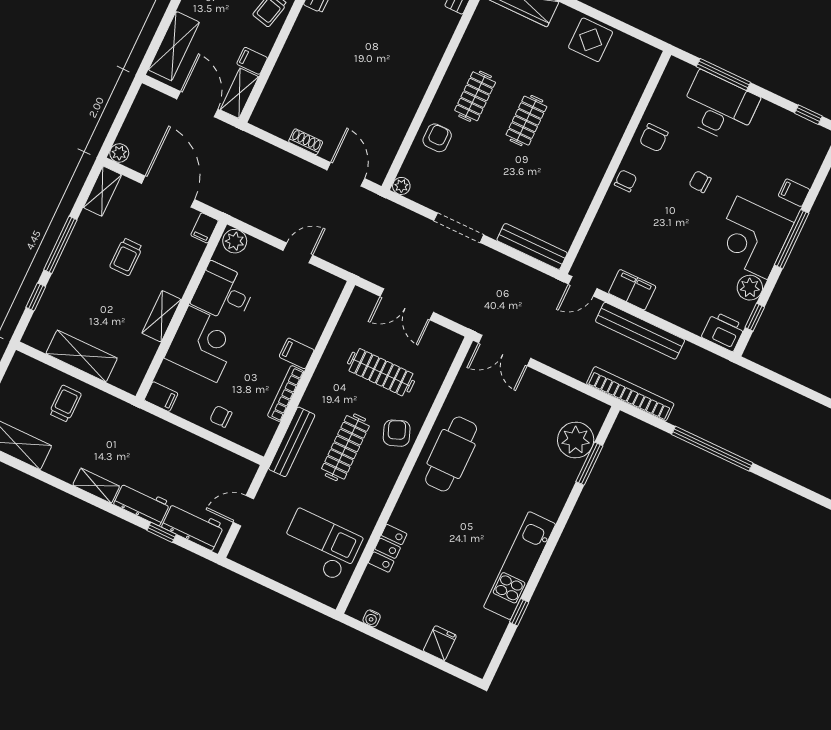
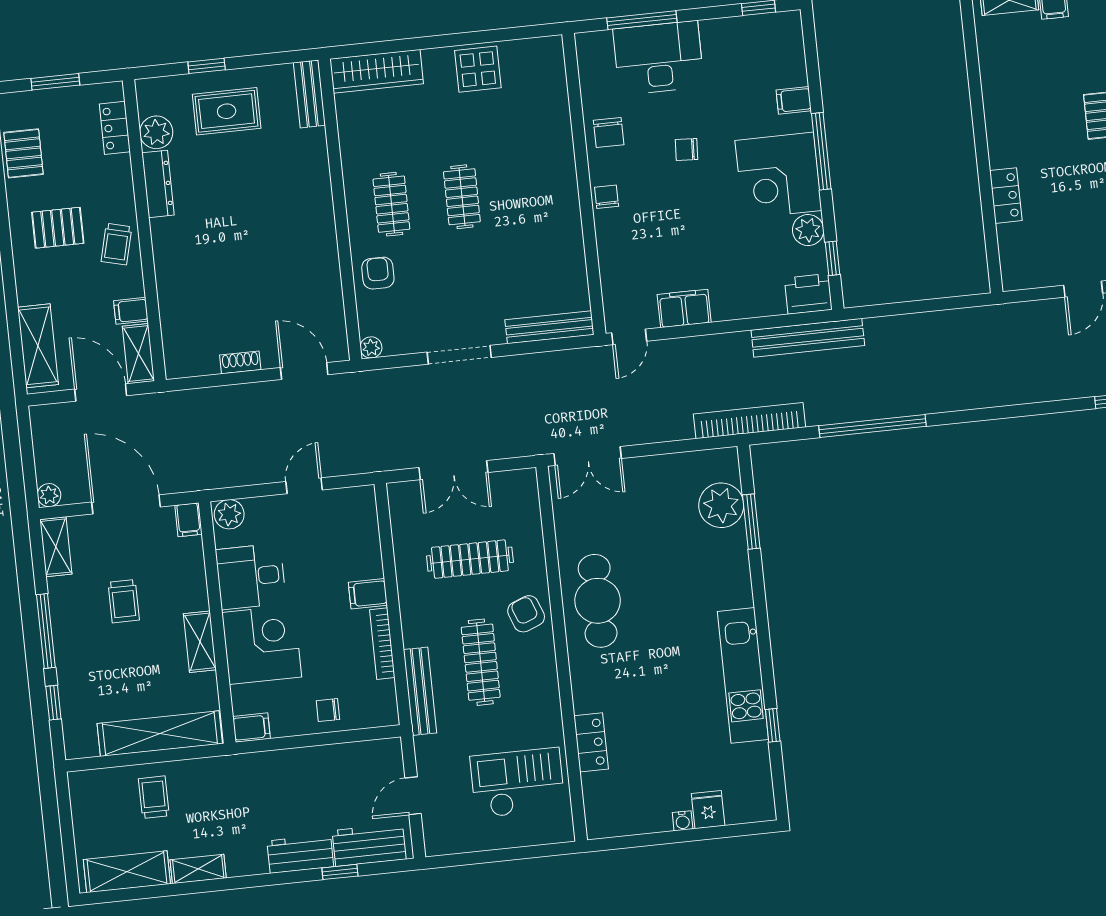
bench: (640, 331) -> (808, 338), moved
shelving: (82, 356) -> (160, 734), width x1.47
shelving: (96, 486) -> (198, 869), moved
water cooler: (372, 618) -> (683, 821), moved

